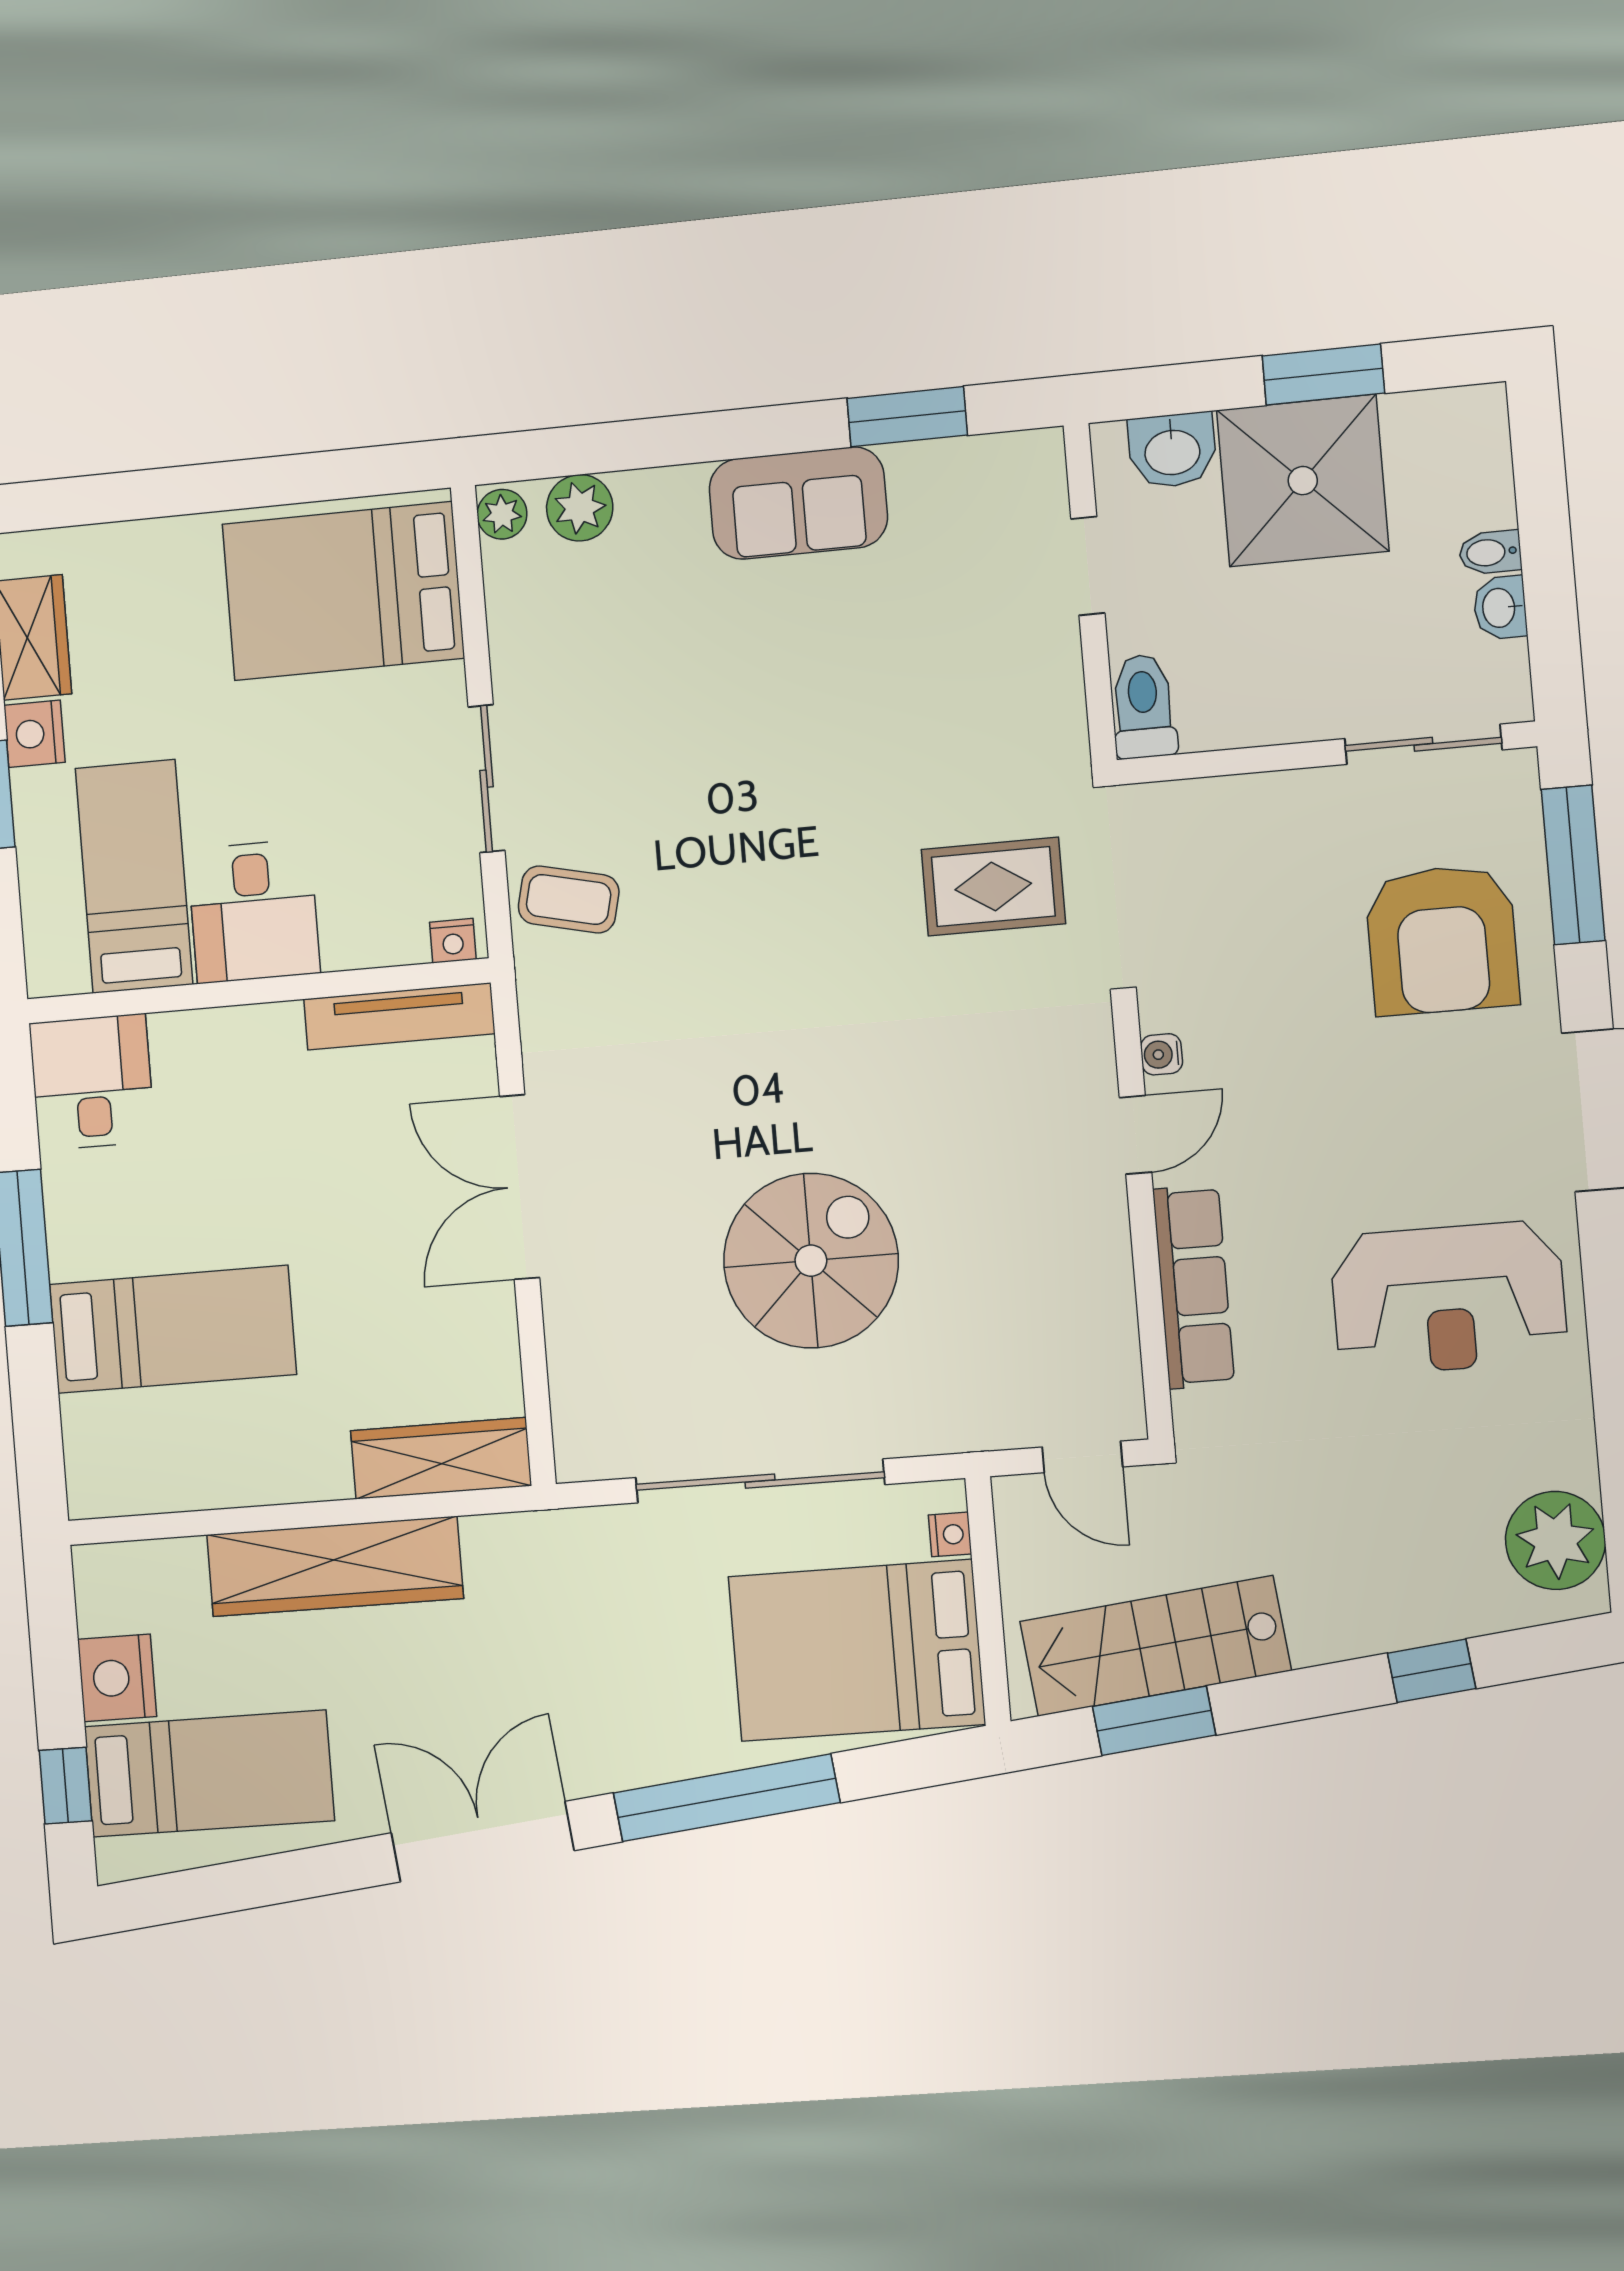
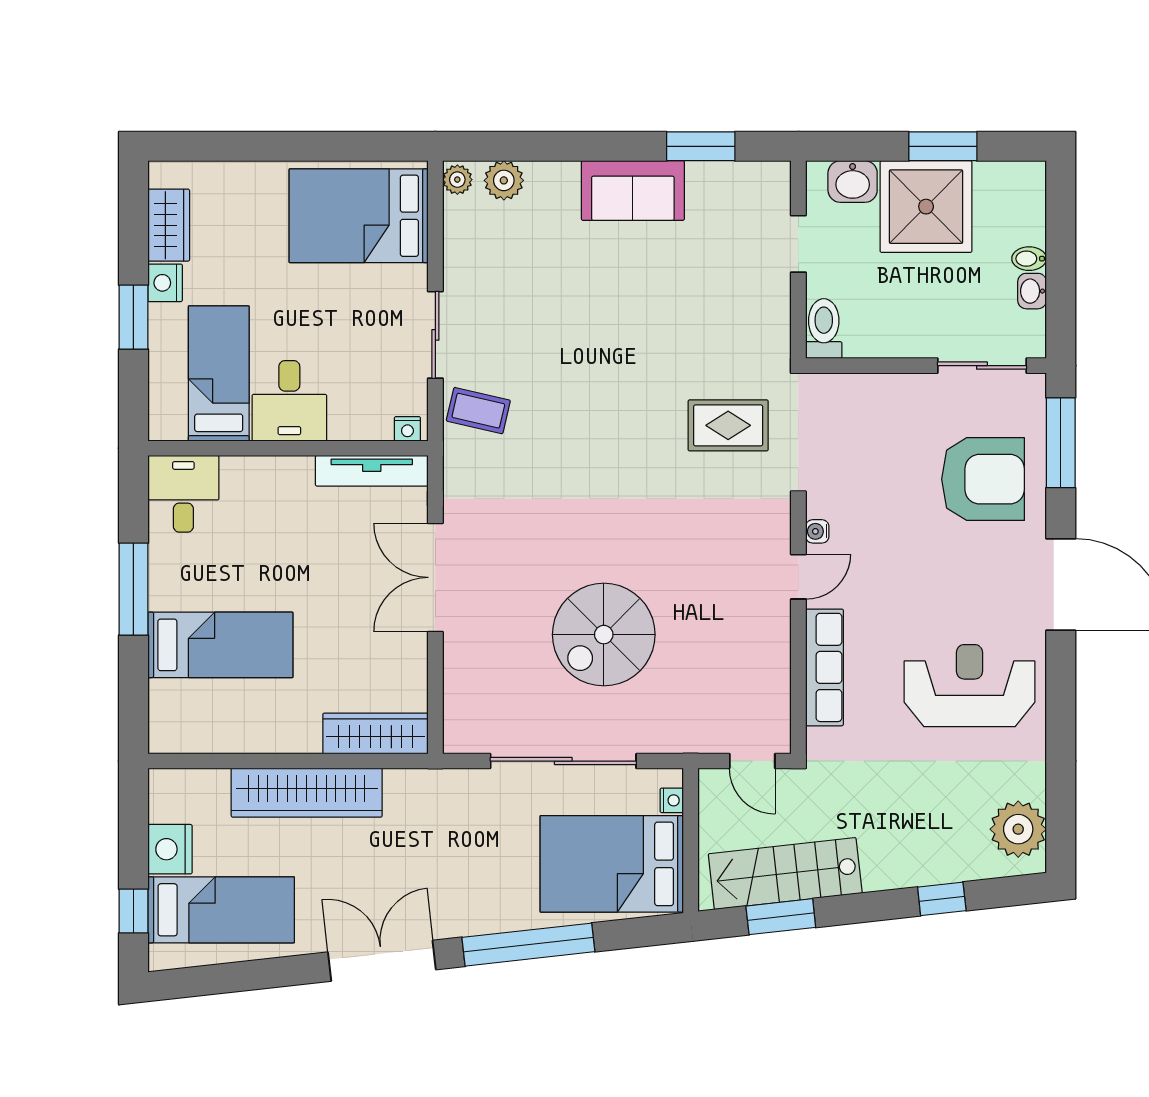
armchair: (1442, 940) -> (983, 479), turned -90
spiral stairs: (811, 1261) -> (604, 635), turned 180
reception desk: (1449, 1298) -> (969, 686), turned 180

